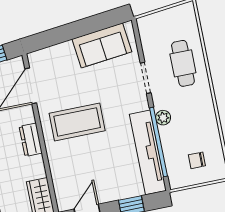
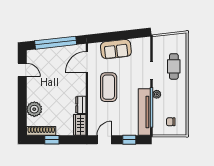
sofa: (102, 45) -> (116, 49), moved
coffee table: (77, 122) -> (109, 87), turned 90
dresser: (31, 140) -> (81, 105), moved

